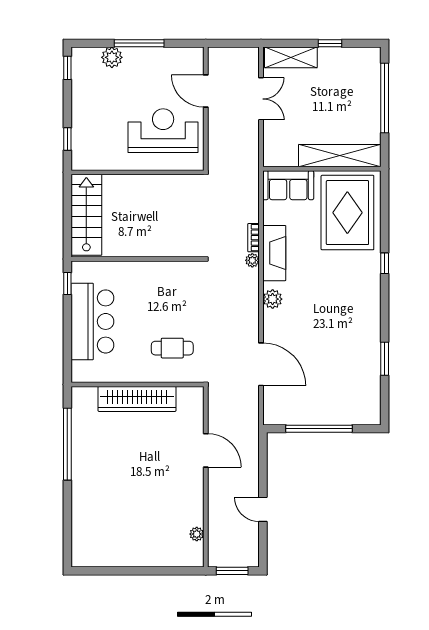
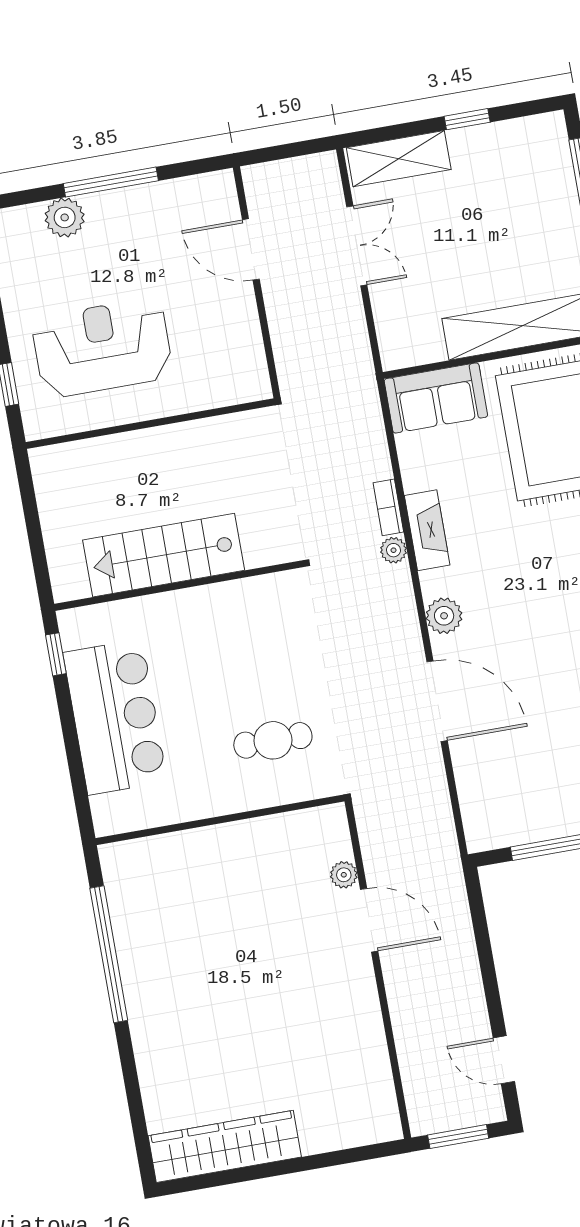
reception desk: (163, 131) -> (102, 348), moved
stairs: (86, 215) -> (164, 555), moved, turned -90
fireplace: (274, 253) -> (427, 530), width x0.73, depth x0.76
door: (261, 364) -> (437, 701), moved
wardrobe: (137, 399) -> (225, 1146), moved, turned 180
door: (263, 509) -> (504, 1060), moved
plant: (197, 534) -> (344, 875), moved

